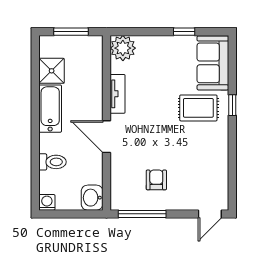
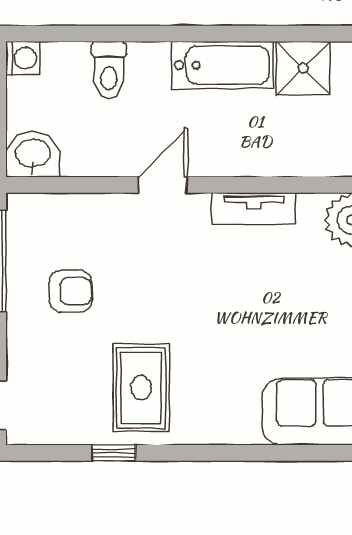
window: (232, 105) -> (114, 453), moved
rug: (198, 108) -> (141, 388), moved
door: (106, 137) -> (163, 185), width x0.73

